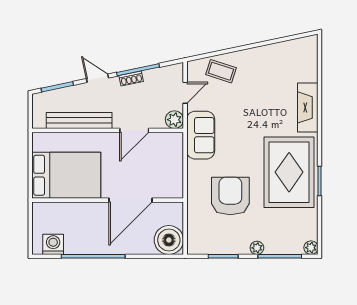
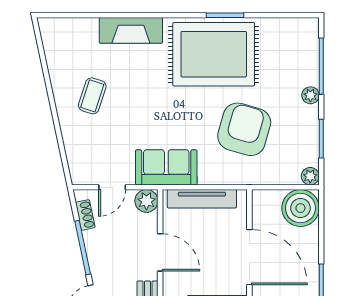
coffee table: (221, 71) -> (92, 96), moved
shoe rack: (131, 79) -> (85, 215), moved
door: (185, 93) -> (112, 187), swing flipped
tv unit: (176, 163) -> (202, 199), added
armchair: (230, 196) -> (244, 129), turned 106
plant: (311, 248) -> (310, 176), moved

